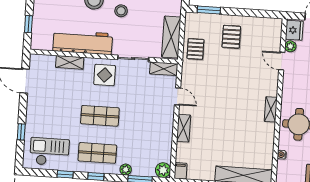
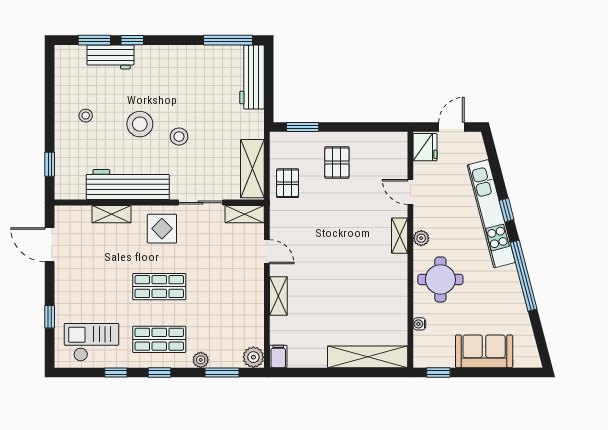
plant: (290, 46) -> (421, 238), moved
shelving: (271, 109) -> (400, 236), moved

